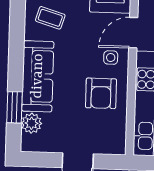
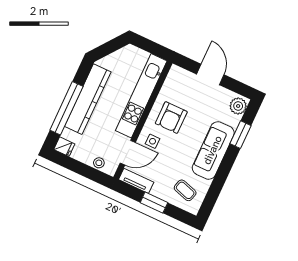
armchair: (101, 93) -> (171, 118), turned 180
plant: (32, 123) -> (238, 106), moved

